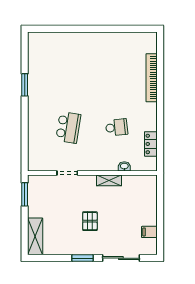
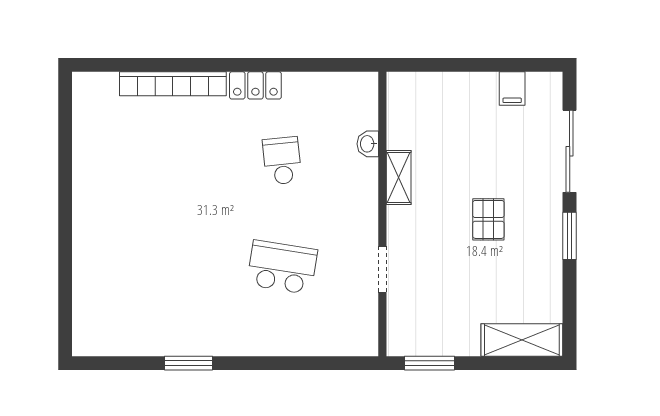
locker: (151, 144) -> (255, 85), moved
pallet: (90, 221) -> (488, 219), turned 90

